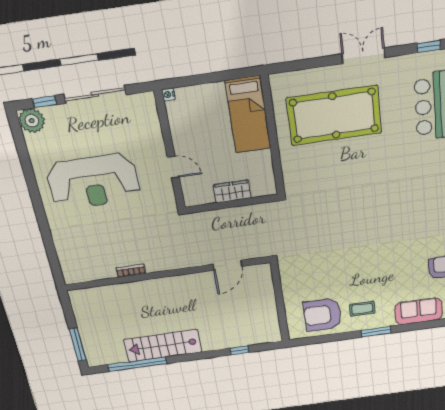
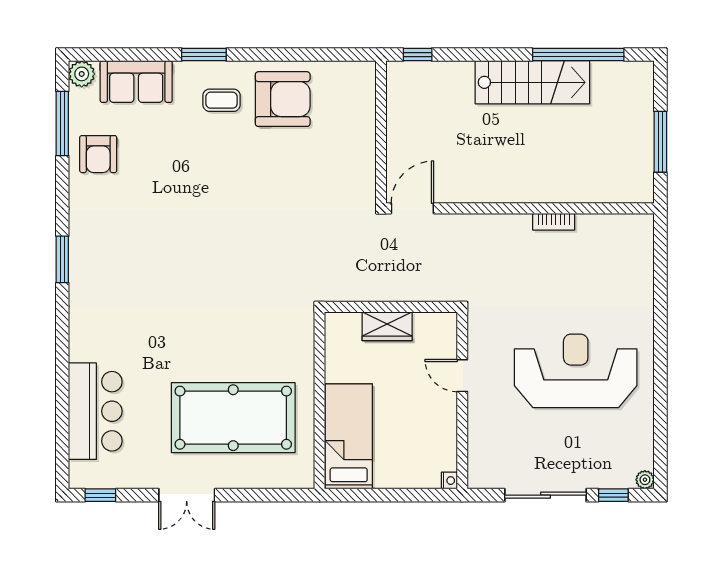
plant: (32, 121) -> (645, 480), width x0.53, depth x0.53
wall: (280, 302) -> (381, 132), moved
window: (78, 345) -> (660, 142), moved

